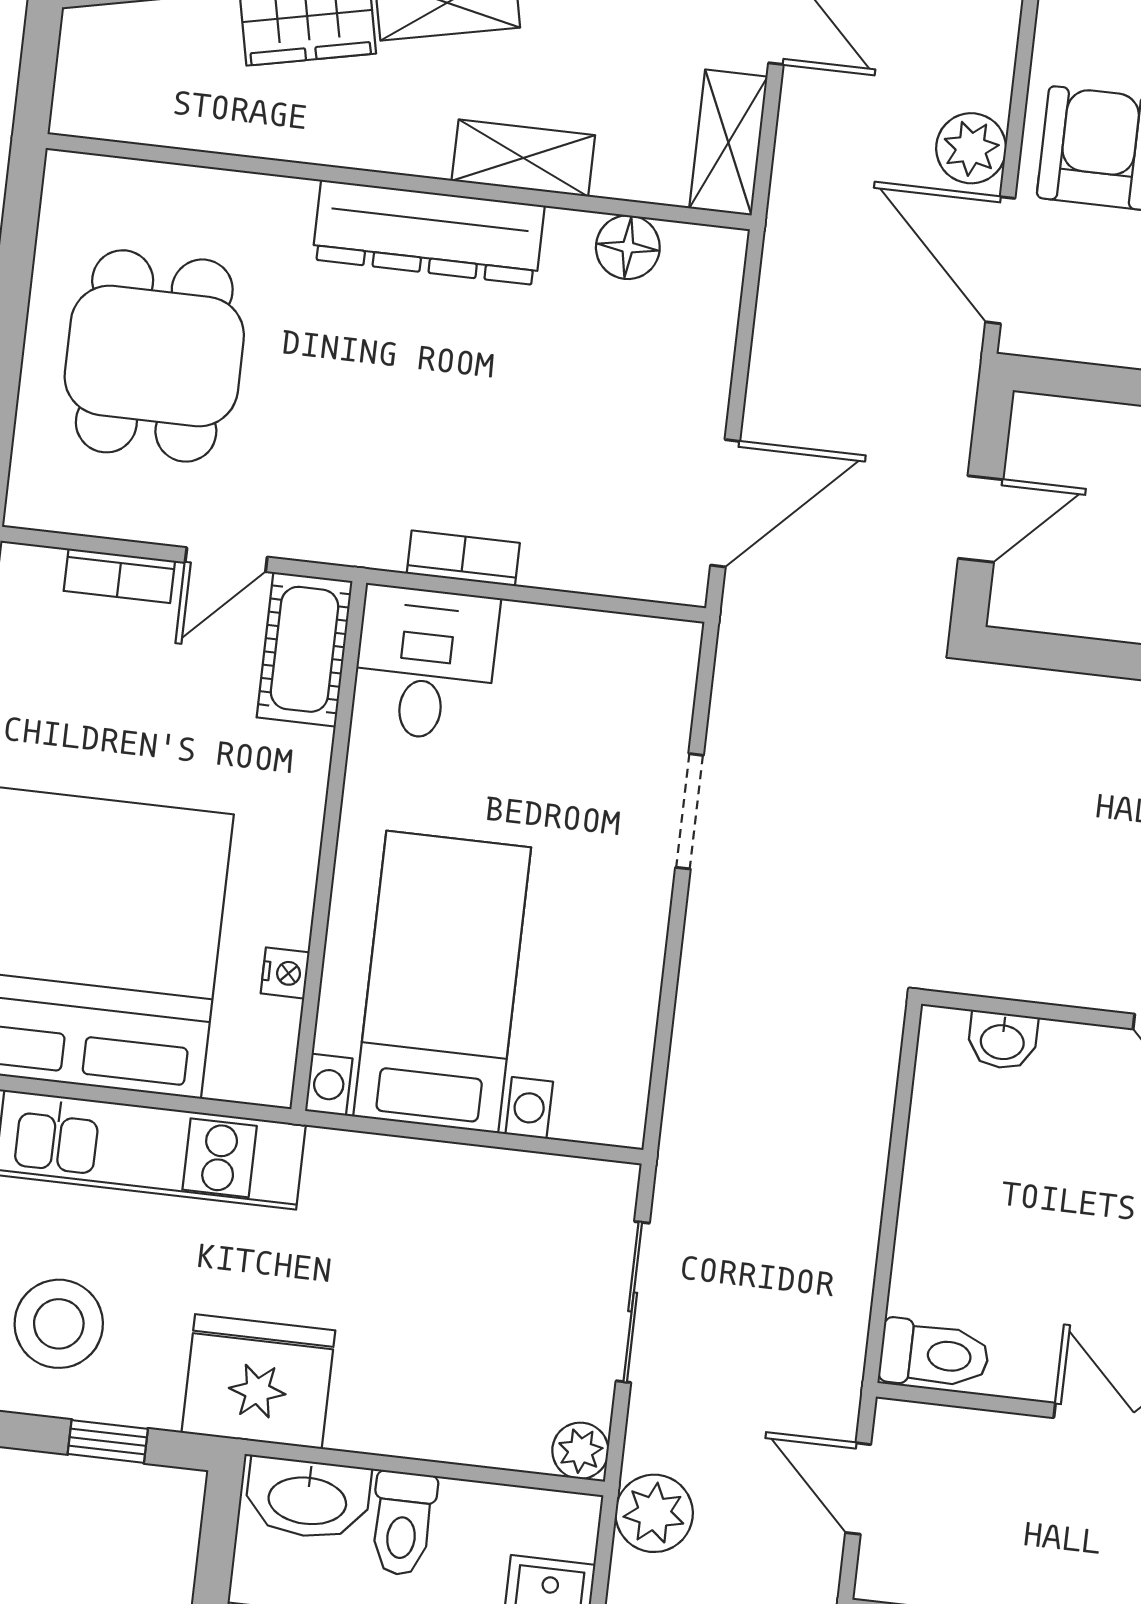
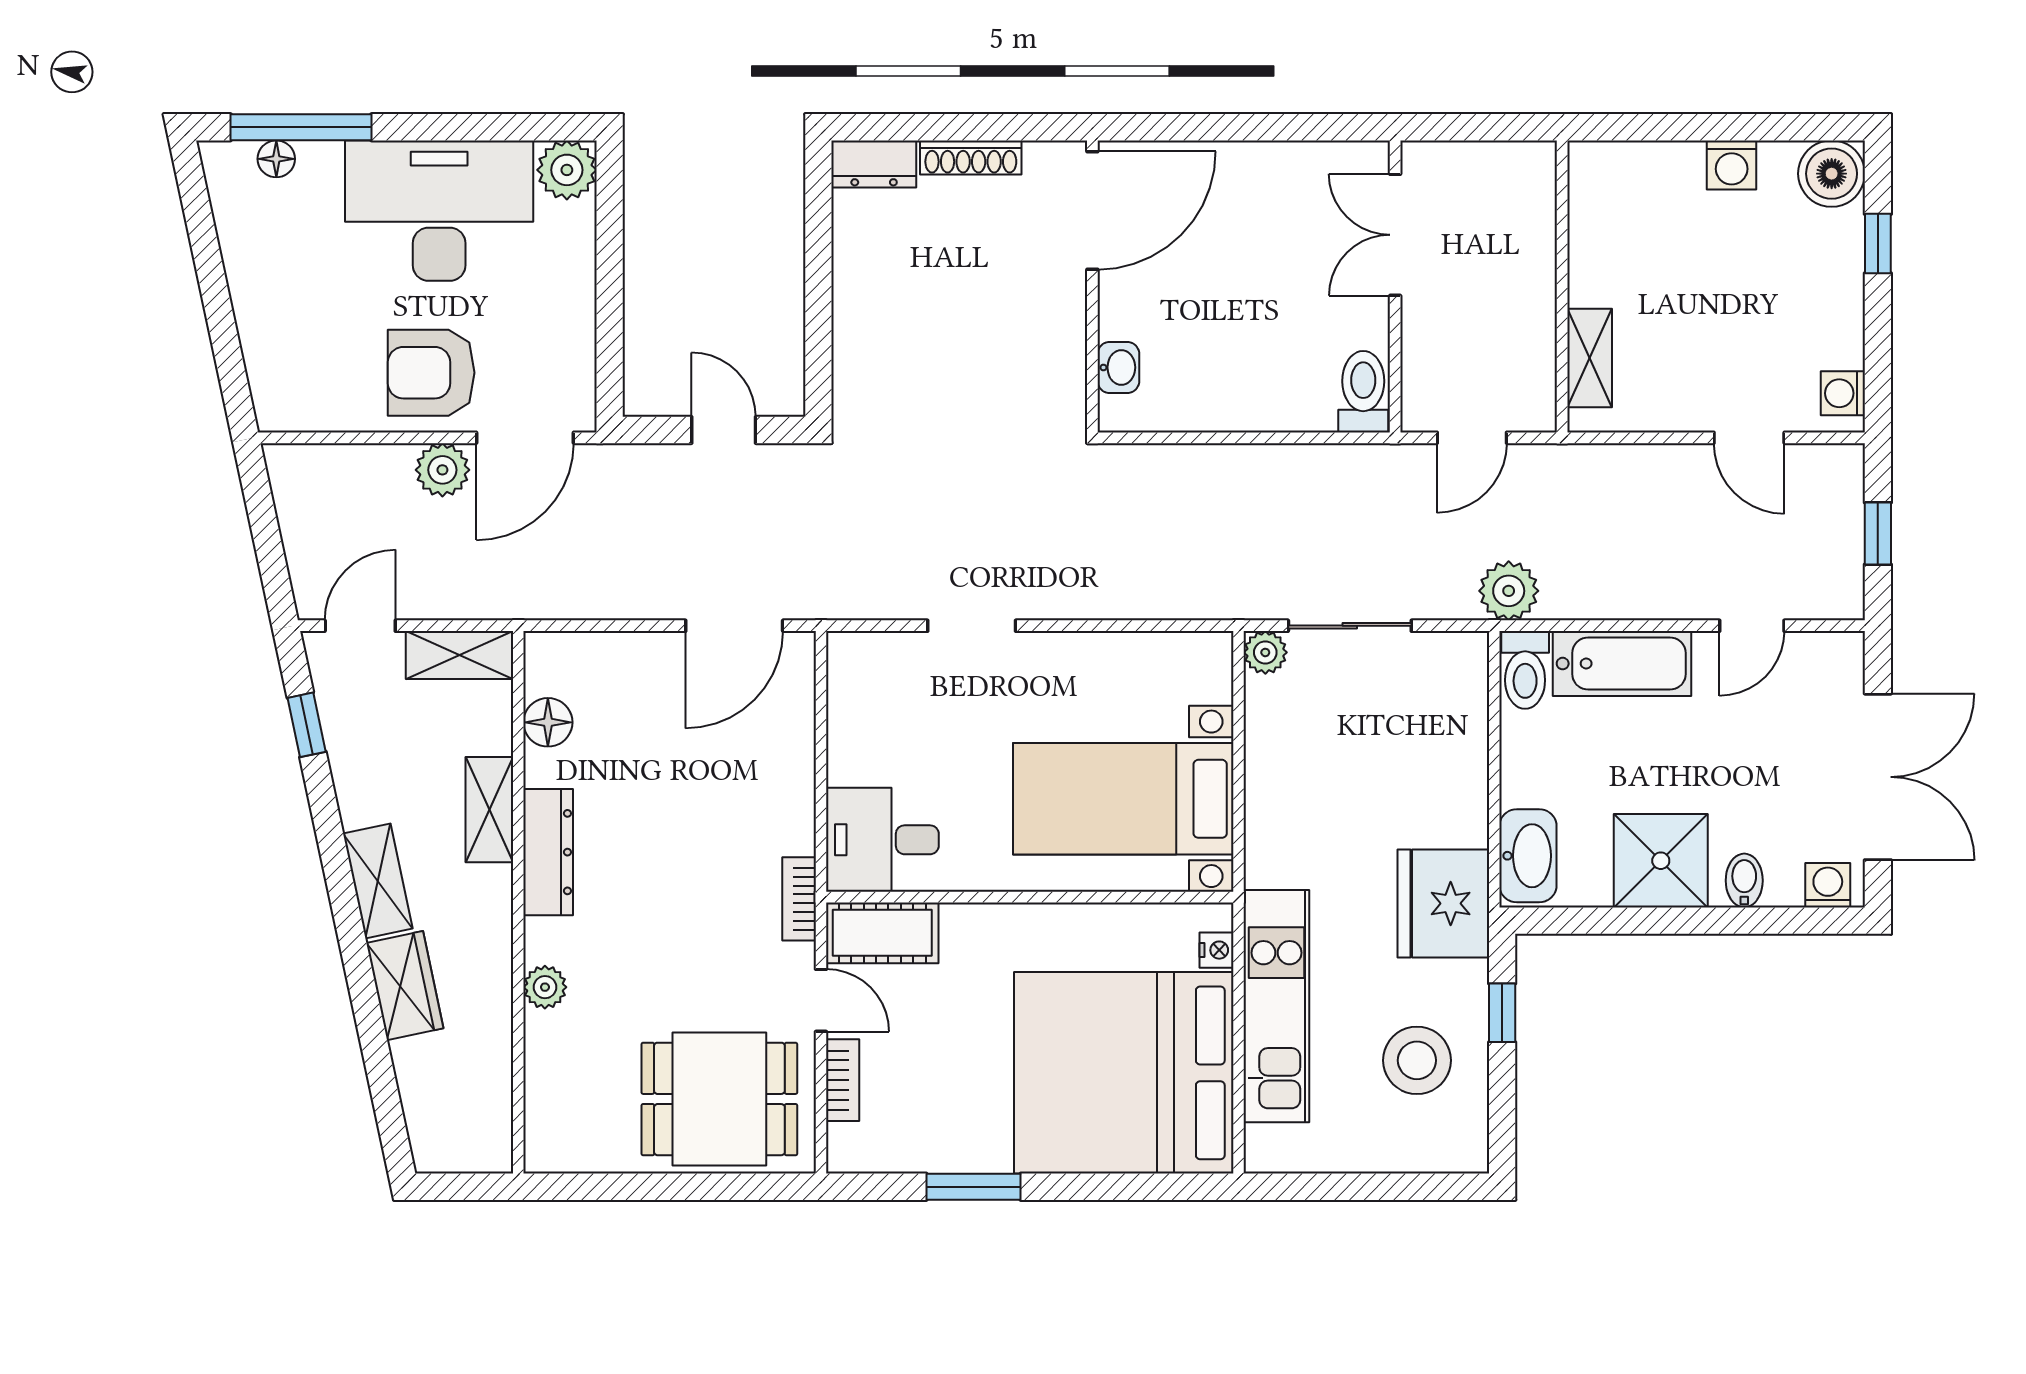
plant: (285, 204) -> (545, 987), added
dresser: (428, 232) -> (548, 852), width x0.73, depth x0.80
dining table: (154, 356) -> (719, 1099), moved
door: (725, 503) -> (734, 626), swing flipped
bookcase: (463, 558) -> (799, 899), moved
nightstand: (285, 973) -> (1217, 950), moved, turned 90
plant: (580, 1451) -> (1265, 652), moved
toilet: (403, 1523) -> (1525, 670), moved, turned 90

